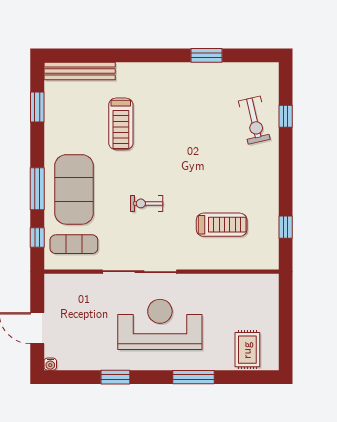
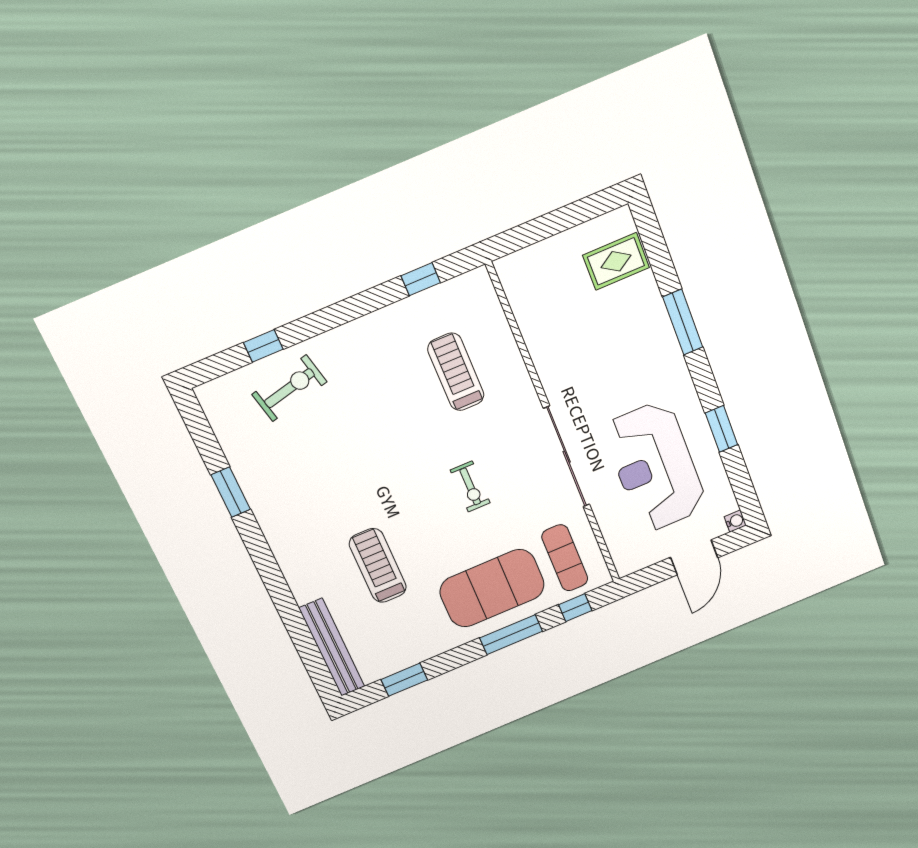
treadmill: (121, 124) -> (378, 566), turned -90
reception desk: (160, 324) -> (655, 467), moved

